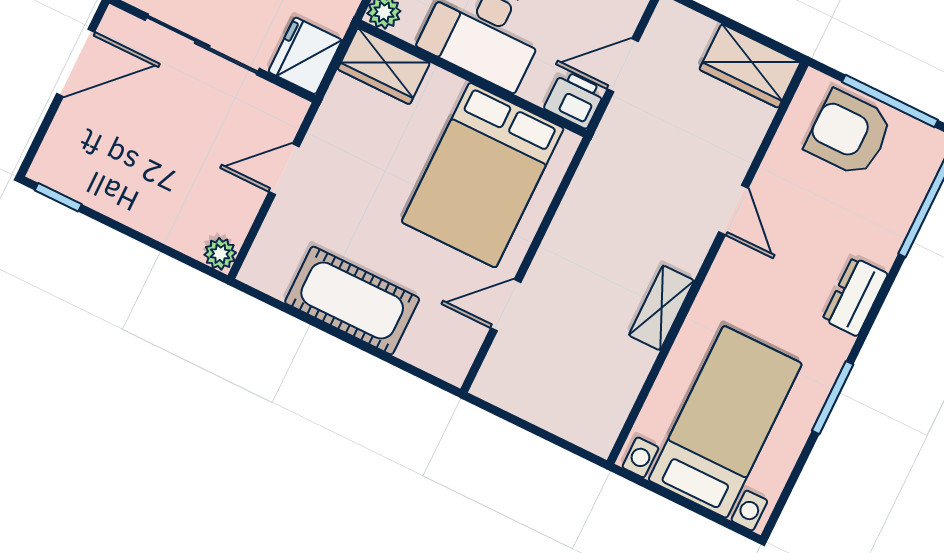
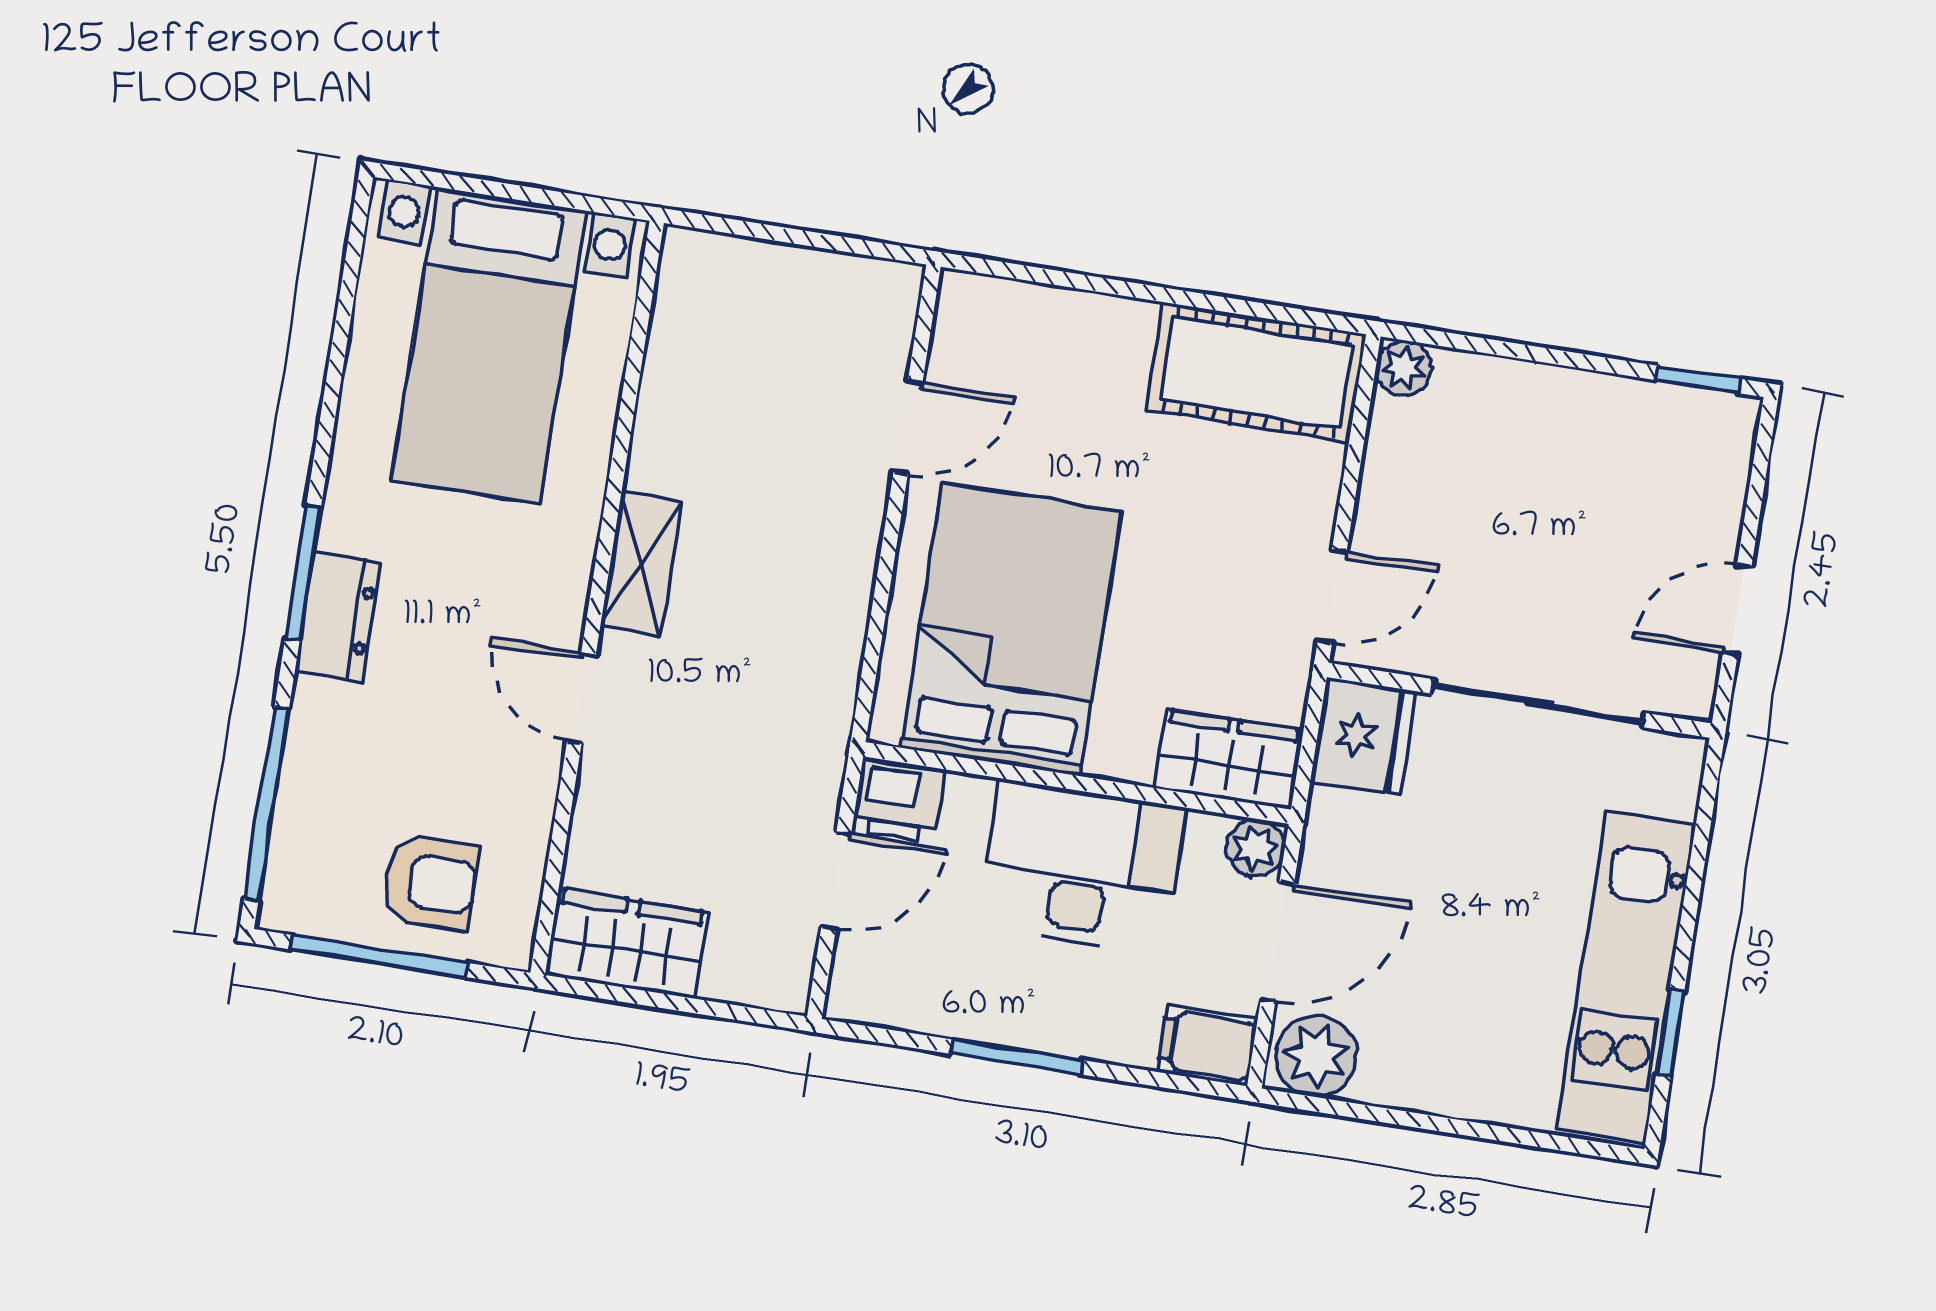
door: (76, 63) -> (1737, 609), width x0.73
armchair: (849, 133) -> (430, 882), width x0.72, depth x0.72
door: (284, 169) -> (1332, 596), moved
cot: (352, 300) -> (1256, 372), moved
shelving: (661, 308) -> (641, 564), moved
window: (833, 398) -> (303, 573), moved

